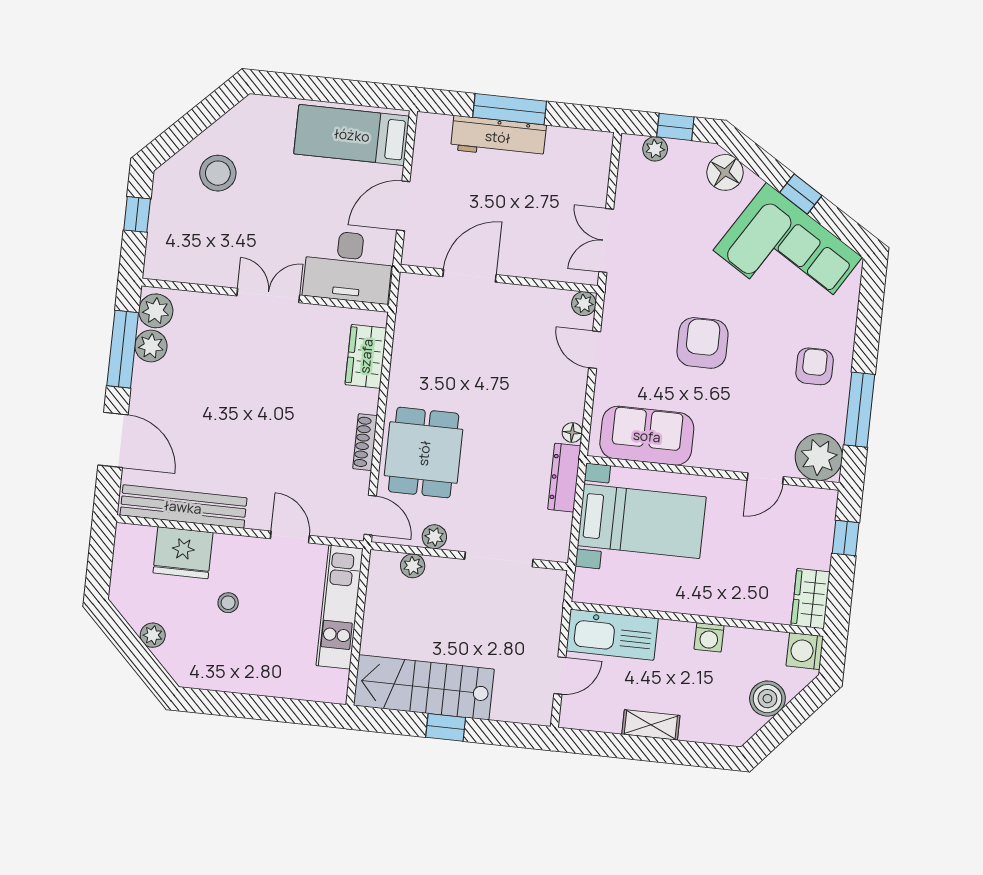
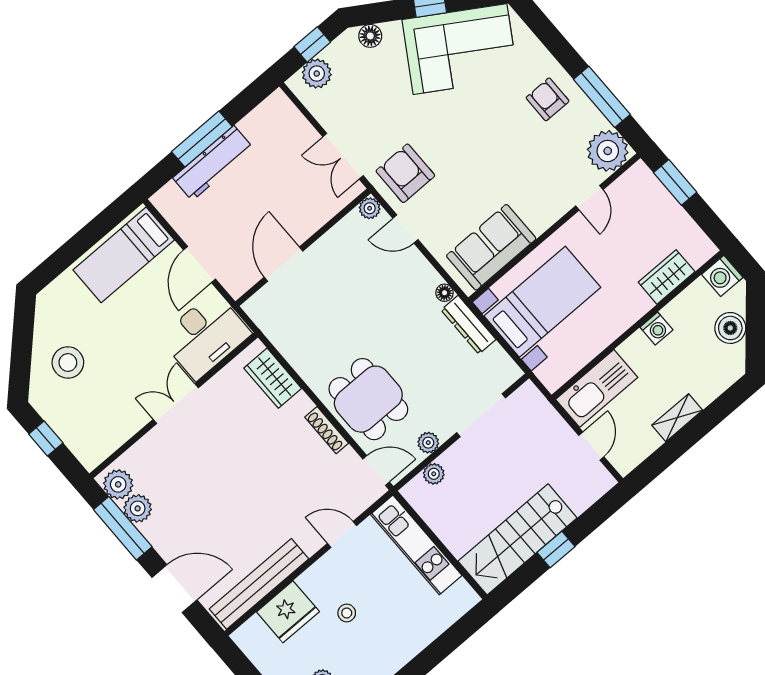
plant: (655, 149) -> (317, 74), width x1.38, depth x1.38
floor lamp: (725, 172) -> (370, 36), width x0.73, depth x0.73
armchair: (702, 343) -> (405, 173), moved
window: (846, 538) -> (675, 182), width x1.50
wardrobe: (811, 599) -> (667, 277), moved, turned 90

